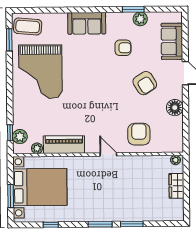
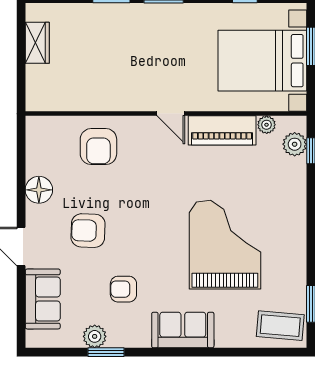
grand piano: (40, 72) -> (225, 245), moved
armchair: (145, 83) -> (88, 231), turned -56
door: (108, 154) -> (171, 114), moved
plant: (175, 160) -> (39, 103), removed
wardrobe: (176, 186) -> (37, 43), moved

